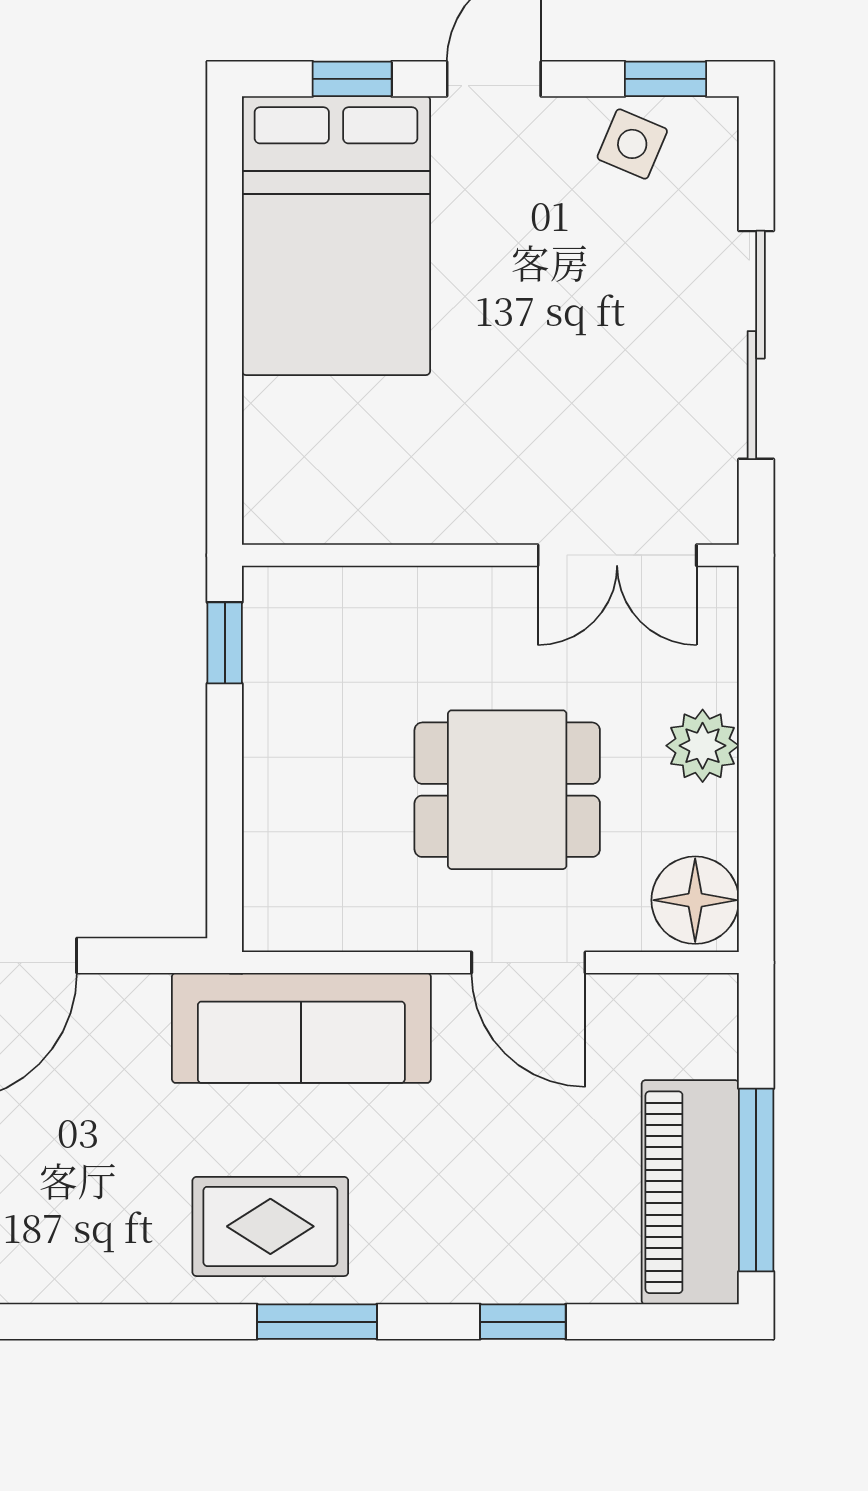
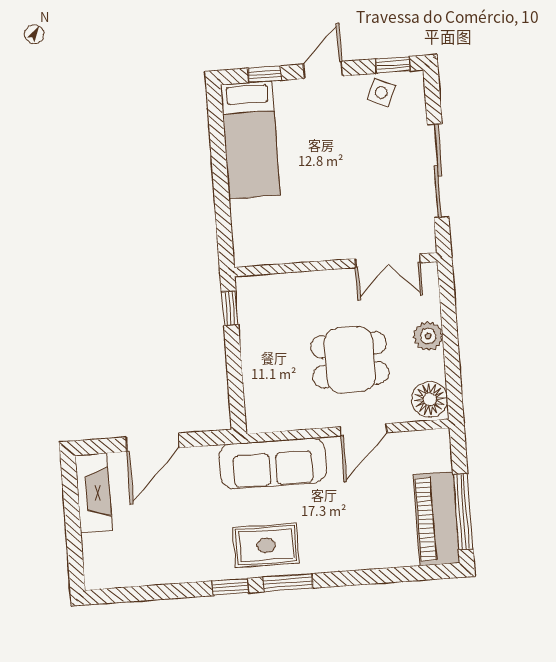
bed: (336, 236) -> (250, 140), width x0.67
door: (528, 963) -> (363, 430), hinge flipped
window: (523, 1322) -> (230, 587), moved

